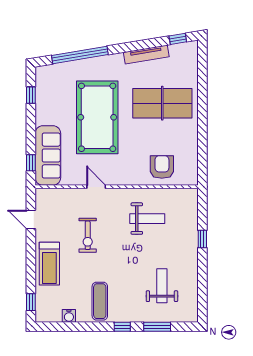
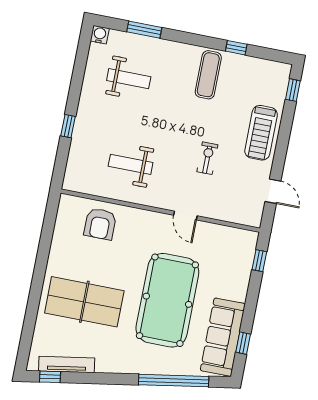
tv unit: (146, 55) -> (67, 364), moved
sofa: (48, 155) -> (223, 337), moved
exercise bike: (88, 235) -> (207, 158), width x0.73, depth x0.72
treadmill: (49, 264) -> (261, 133), turned 180
weight bench: (162, 286) -> (129, 79), turned -90
water cooler: (69, 316) -> (100, 35), moved
window: (122, 327) -> (236, 48), moved

